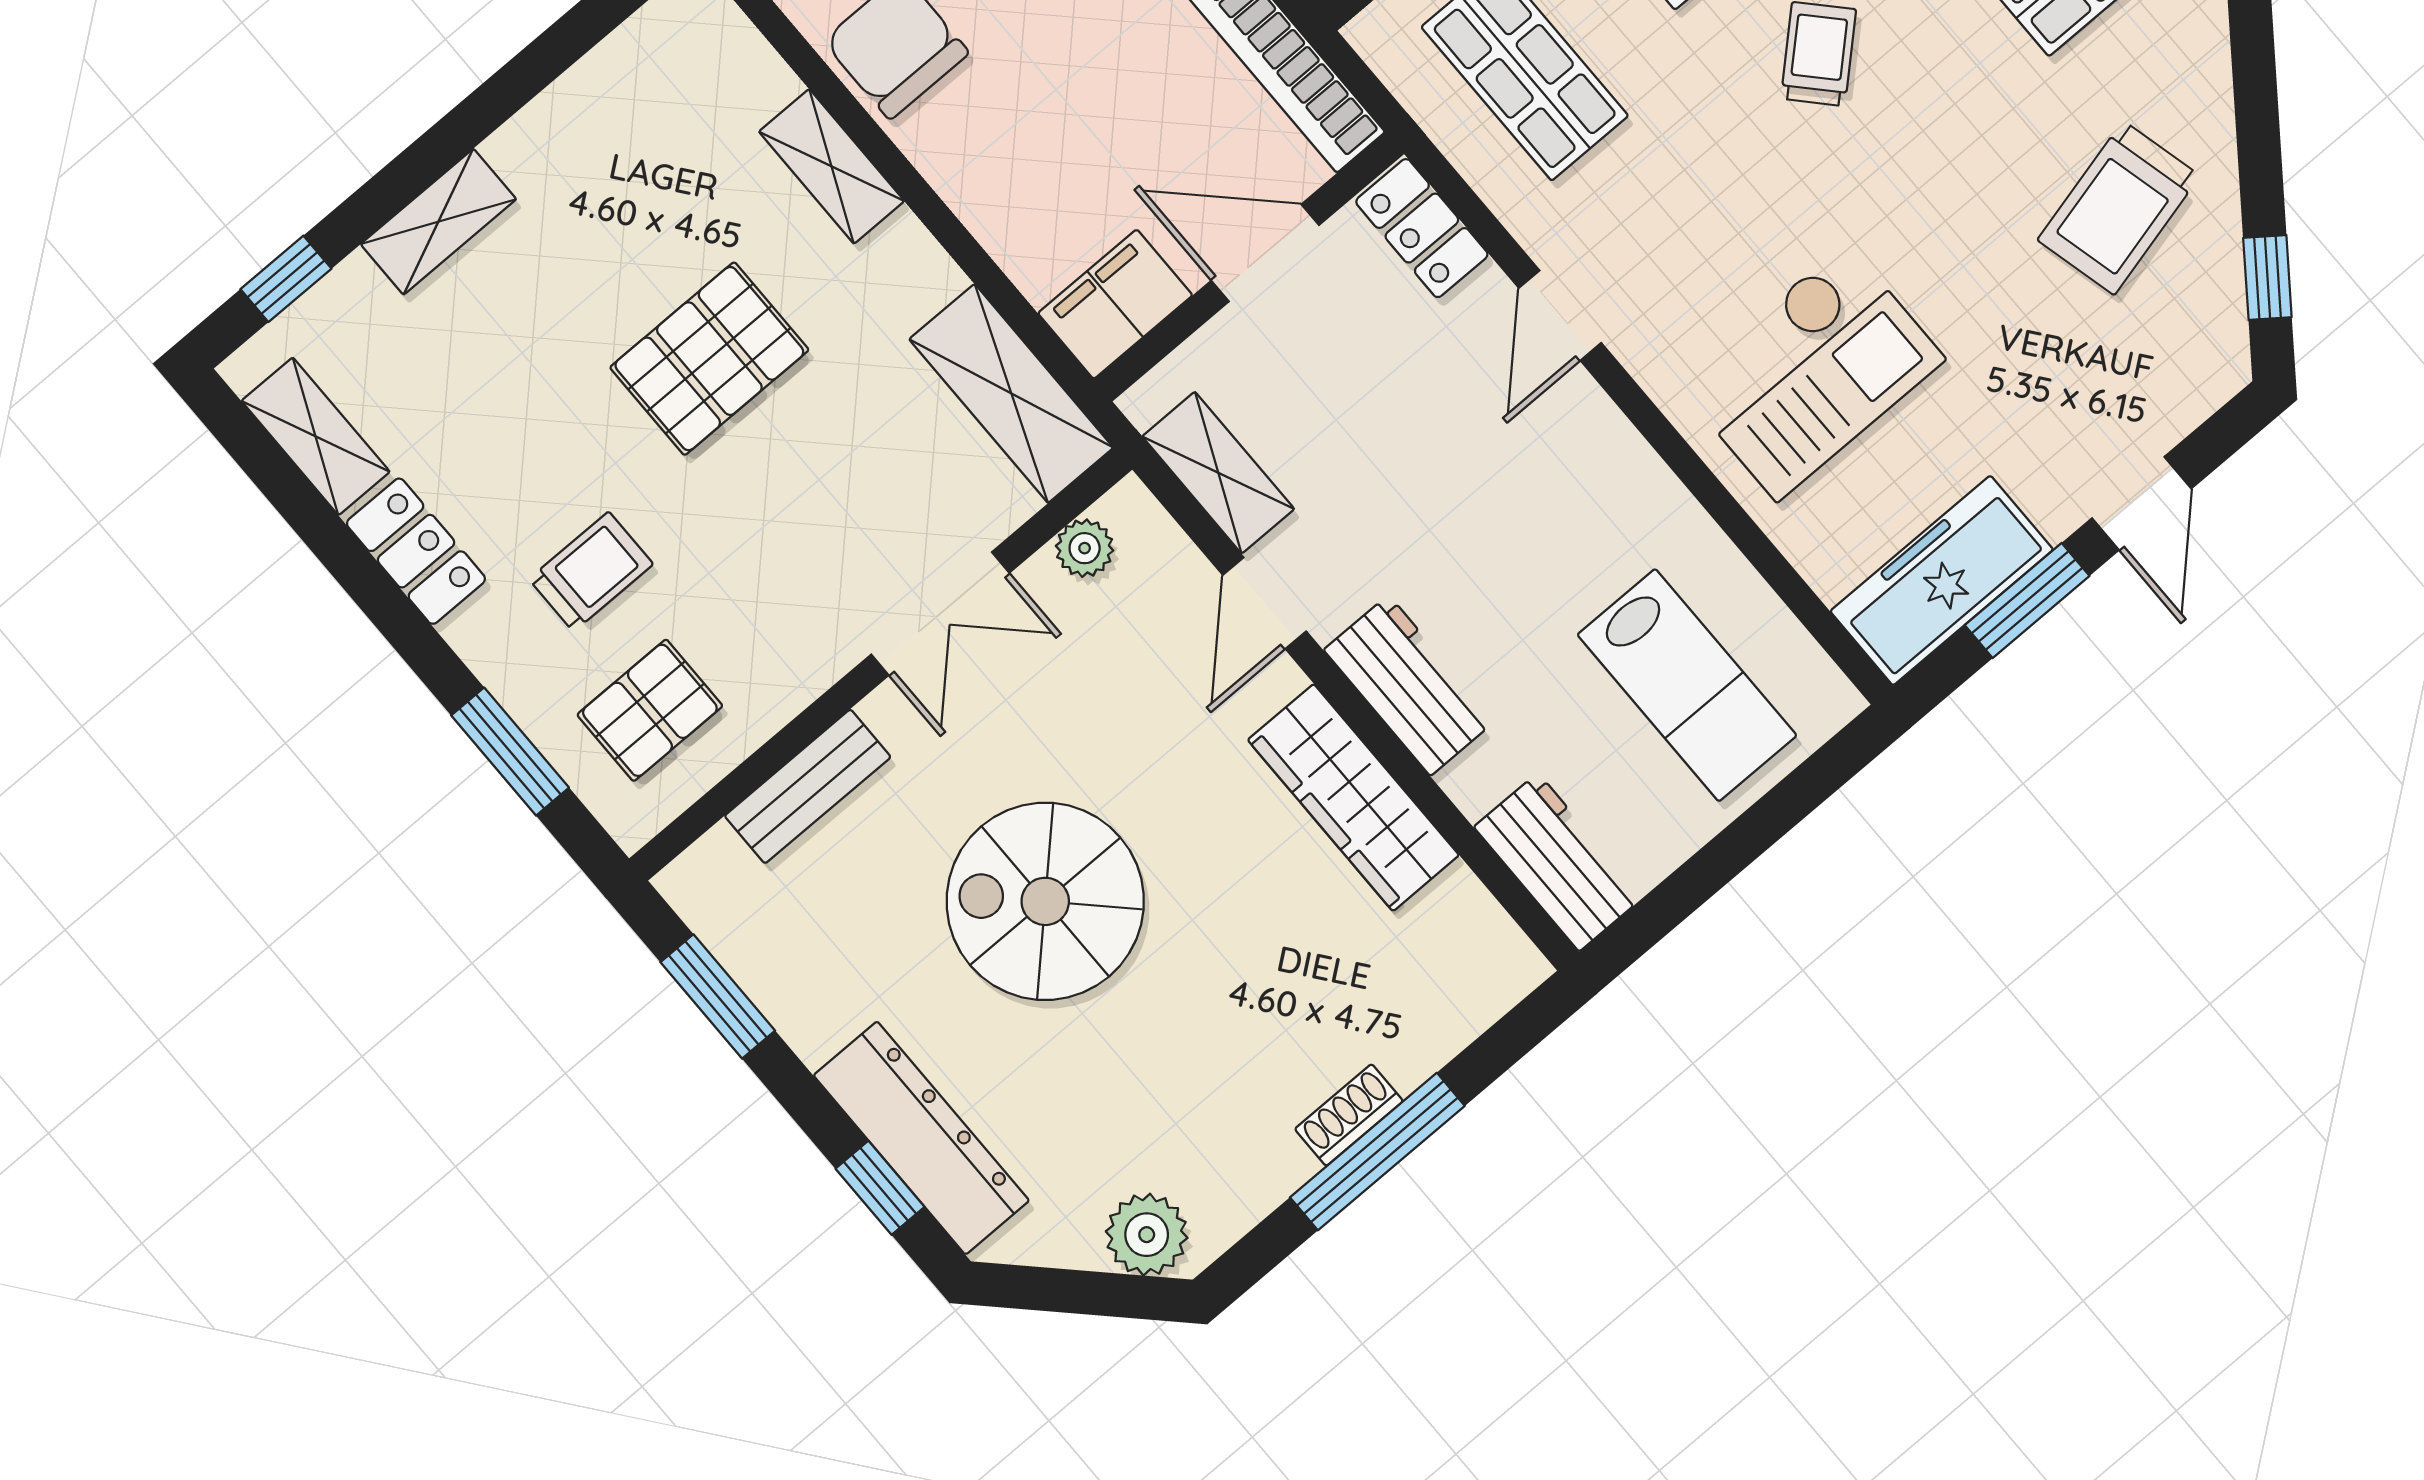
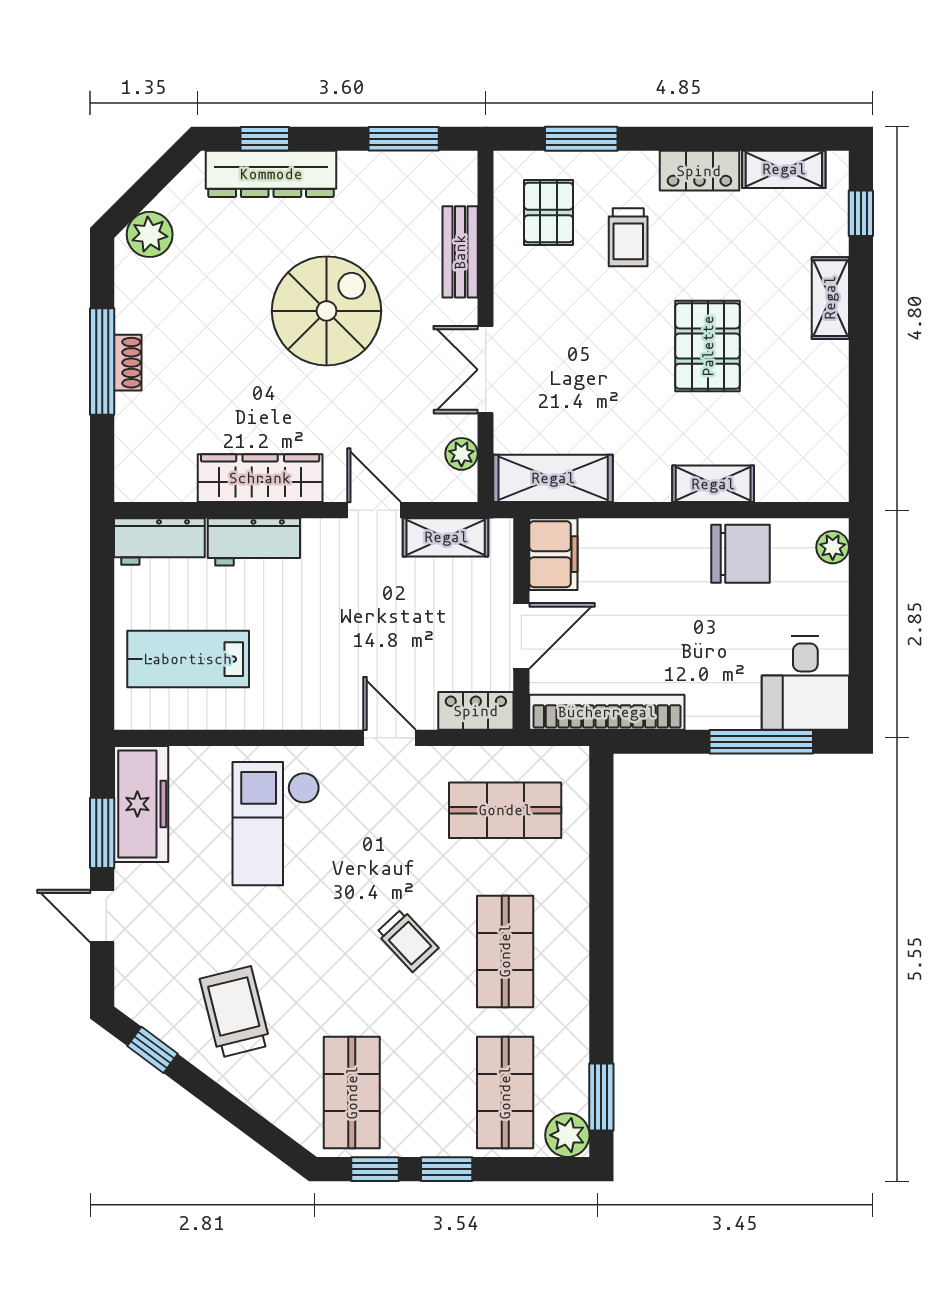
pallet: (709, 359) -> (708, 346), moved
workbench: (1409, 685) -> (254, 542), moved

